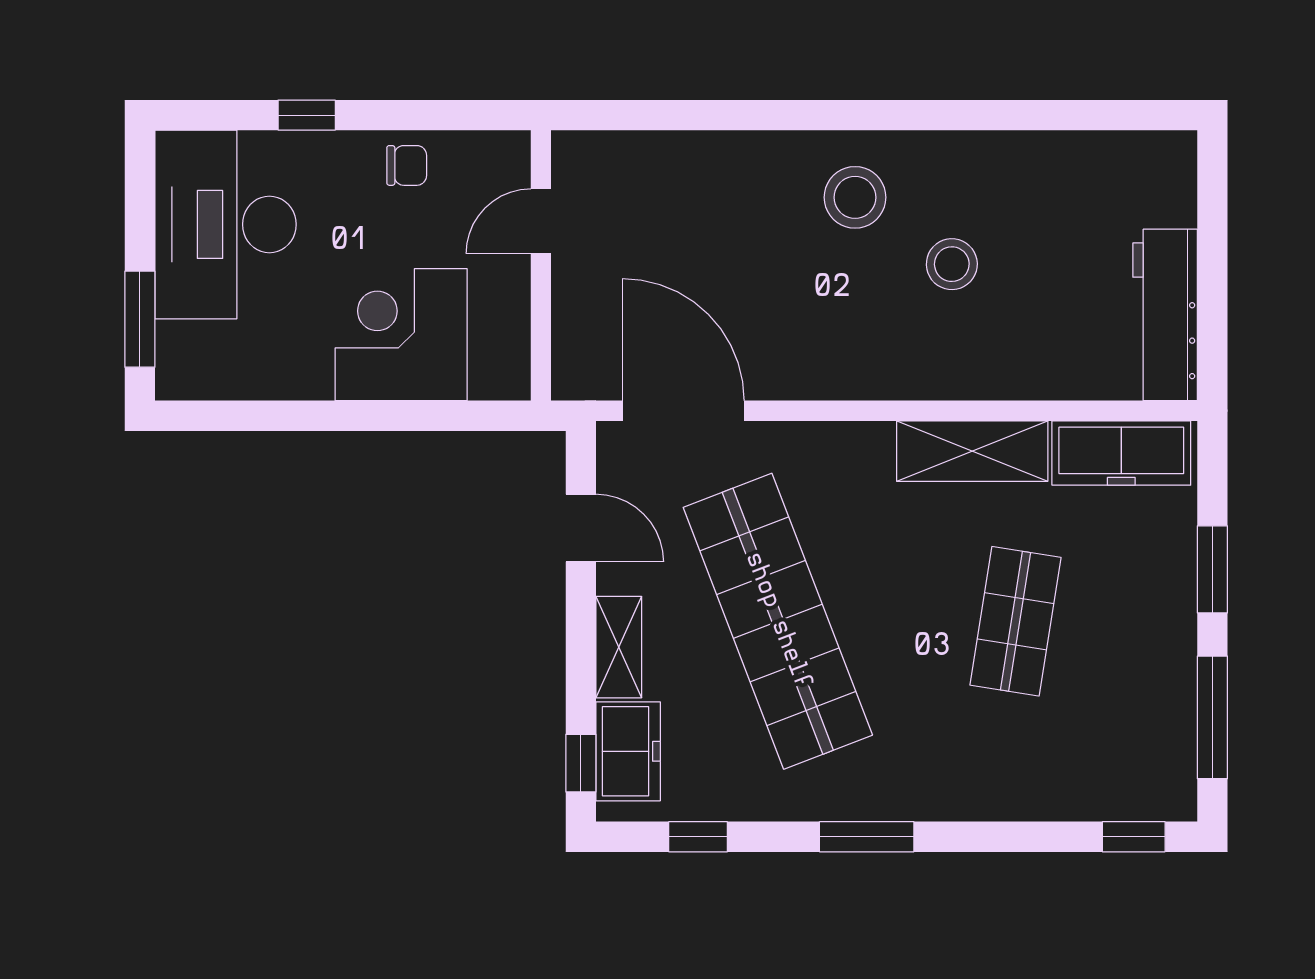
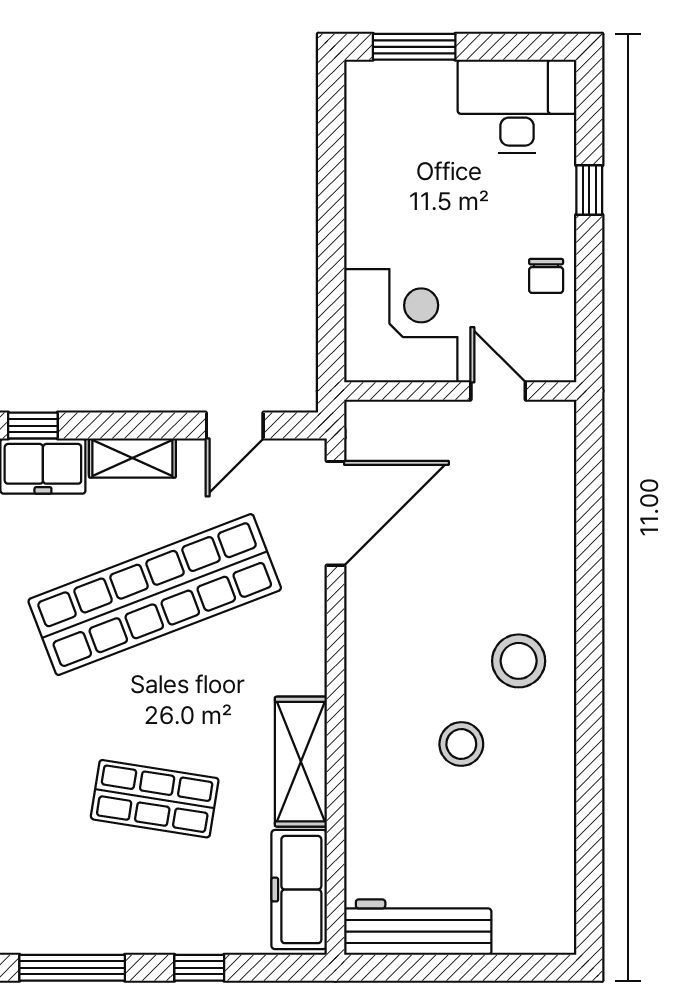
desk: (226, 224) -> (517, 106), width x0.73, depth x0.77
corner desk: (401, 335) -> (401, 326), moved
window: (1212, 569) -> (199, 968), width x0.67

